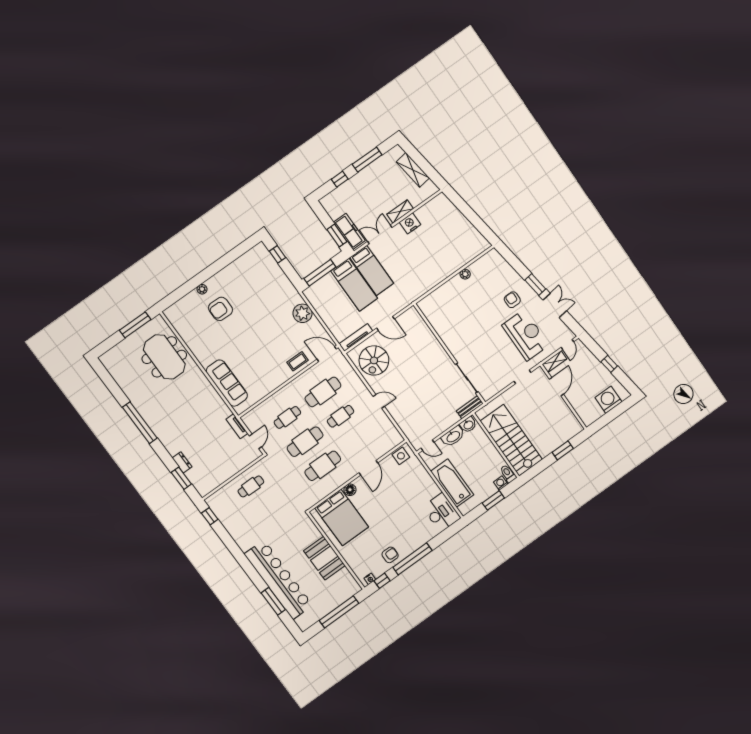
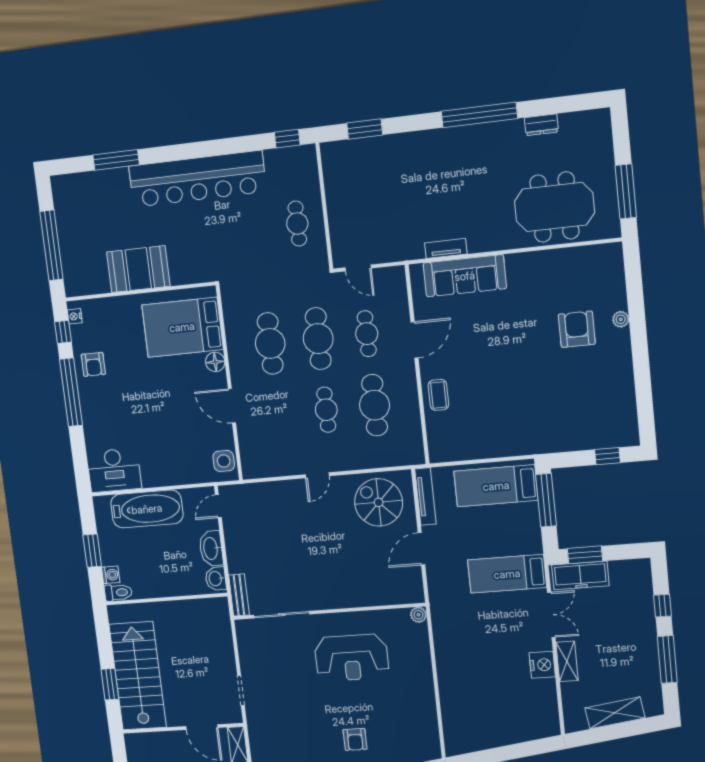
plant: (465, 274) -> (418, 615), moved
bed: (354, 285) -> (496, 486), moved
armchair: (512, 300) -> (355, 739), turned 90
plant: (302, 313) -> (503, 442), removed
reception desk: (526, 335) -> (352, 658), moved
door: (327, 354) -> (415, 340), moved
tv unit: (237, 426) -> (446, 248), moved
stairs: (511, 440) -> (138, 676), moved, turned -90
dresser: (182, 462) -> (541, 125), moved
bar counter: (279, 580) -> (197, 179), moved

